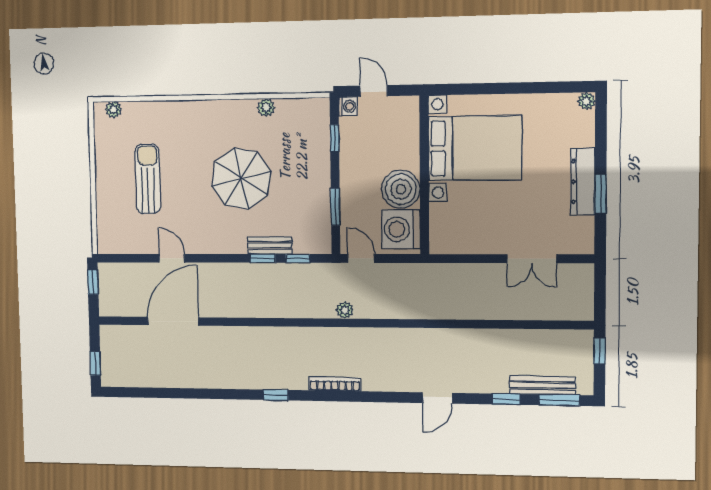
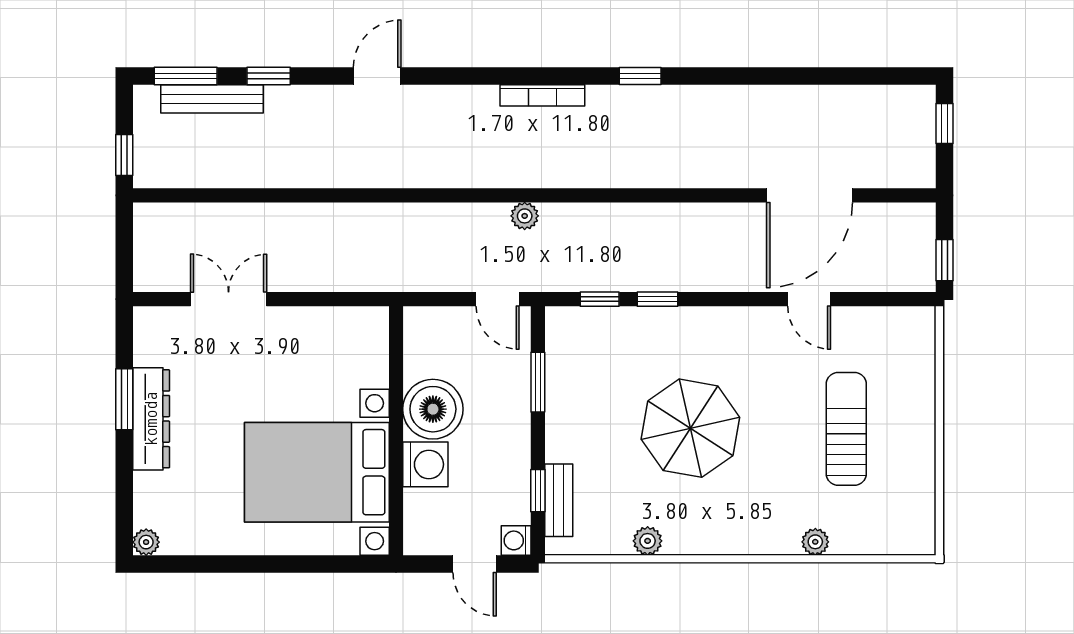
plant: (113, 110) -> (815, 542), moved
sun lounger: (148, 179) -> (846, 429), turned 180
washing machine: (401, 229) -> (425, 464), moved, width x0.73, depth x0.73
bench: (270, 246) -> (559, 500), moved, turned 90

